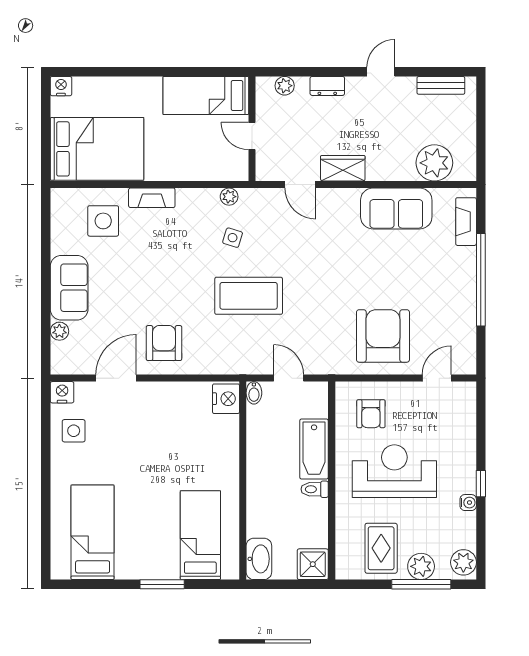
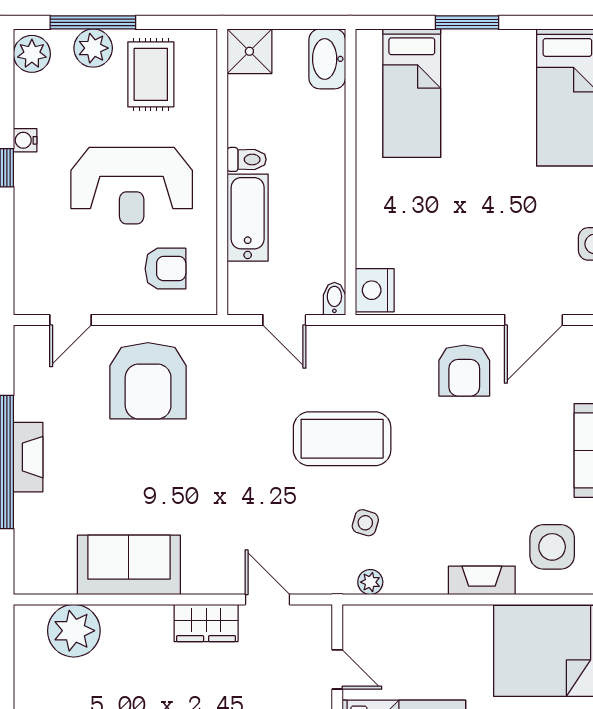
fireplace: (466, 222) -> (28, 457), moved
armchair: (371, 414) -> (166, 269), turned 90

